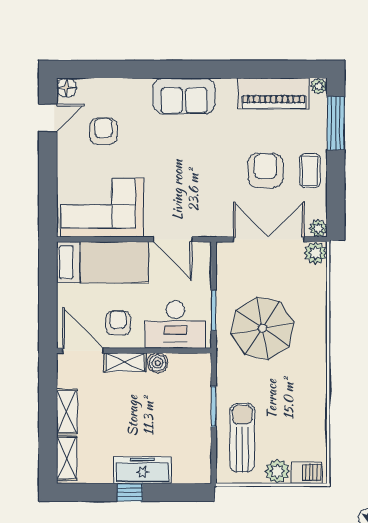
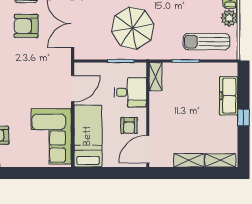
armchair: (118, 323) -> (129, 125), turned -90
desk: (175, 325) -> (130, 92), width x0.73
shelving: (125, 362) -> (156, 77), moved
boiler: (158, 363) -> (156, 99), removed
freezer: (143, 470) -> (229, 96), moved

